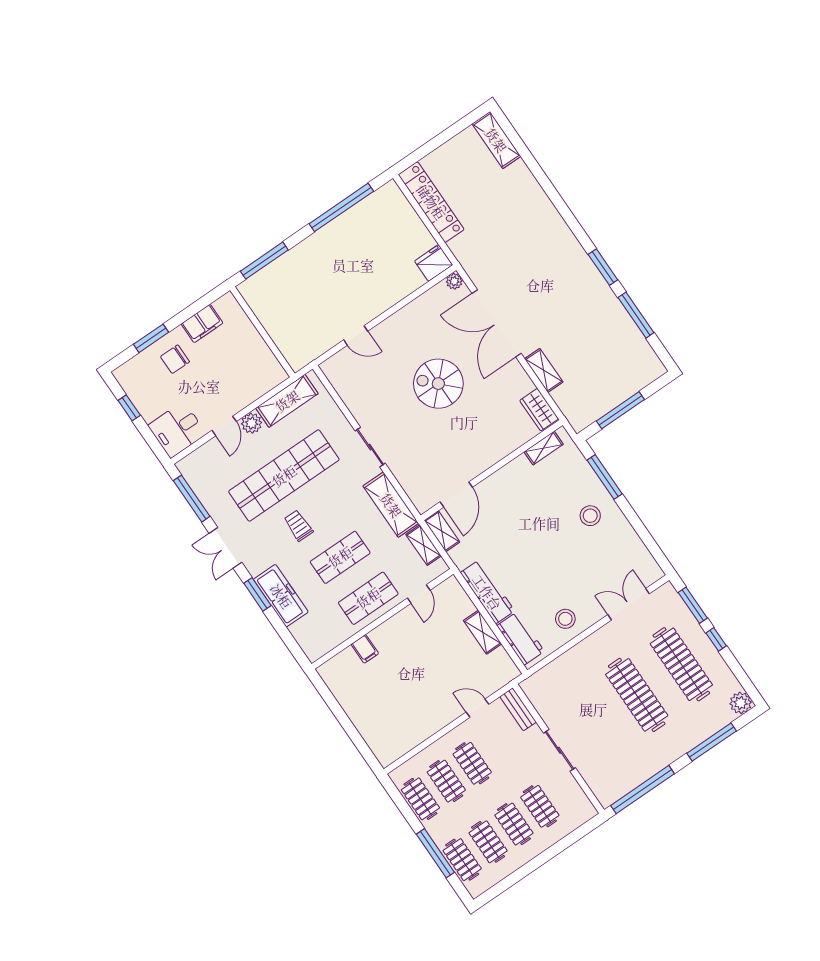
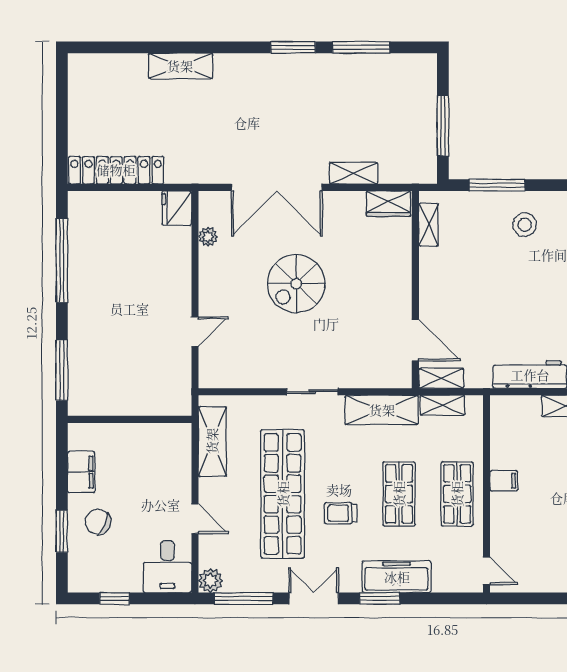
shelving: (496, 140) -> (180, 66), moved
plant: (454, 281) -> (208, 237), moved
chair: (175, 359) -> (98, 522), turned 115
plant: (252, 423) -> (211, 581), moved
double door: (225, 548) -> (314, 598), swing flipped
door: (419, 594) -> (487, 571), moved
filing cabinet: (365, 649) -> (504, 481), moved

